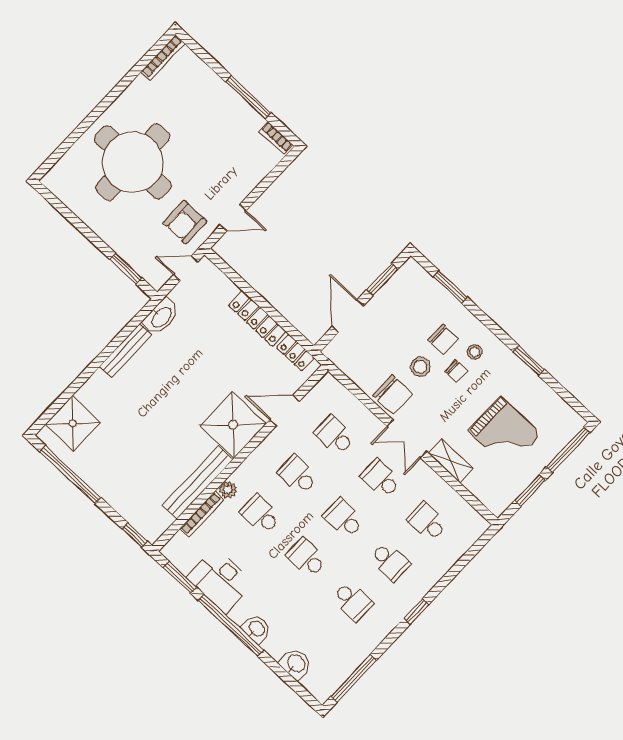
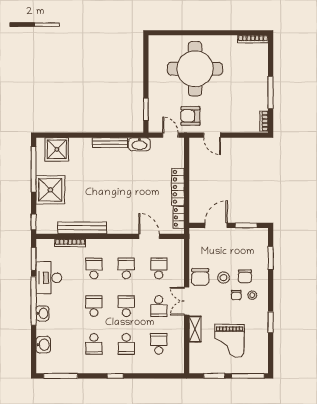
shower: (233, 425) -> (50, 190), moved
school desk: (381, 479) -> (159, 306), turned 180
plant: (228, 490) -> (91, 244), removed

